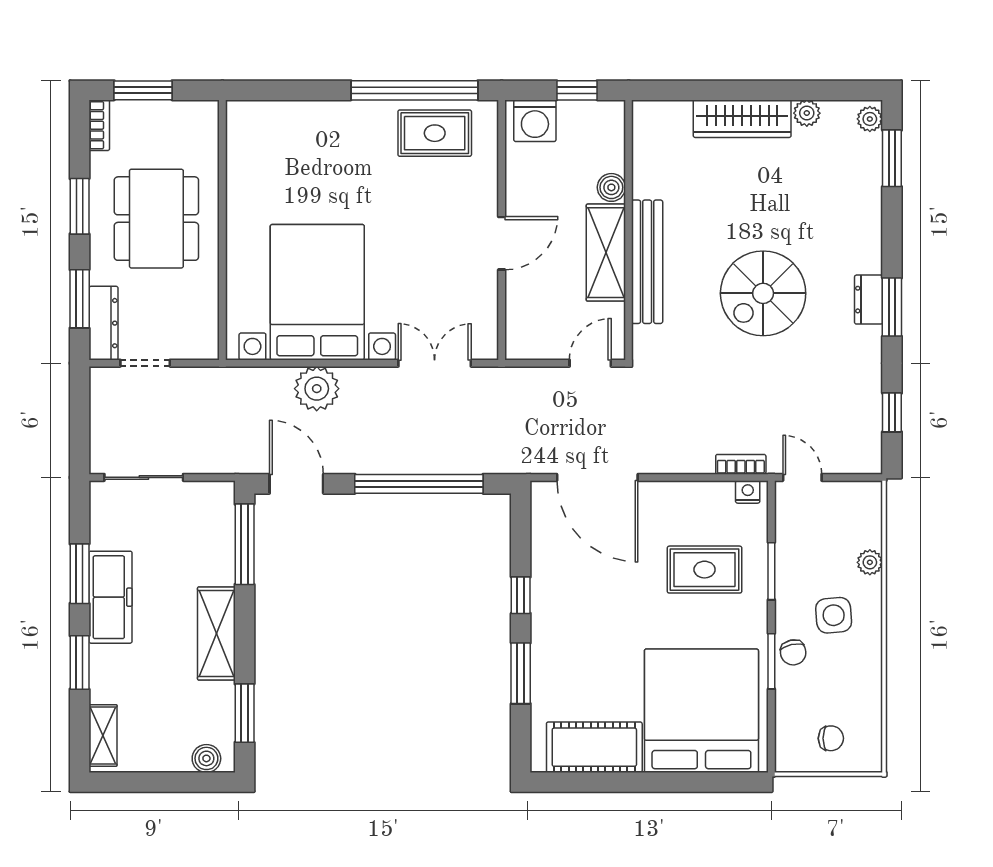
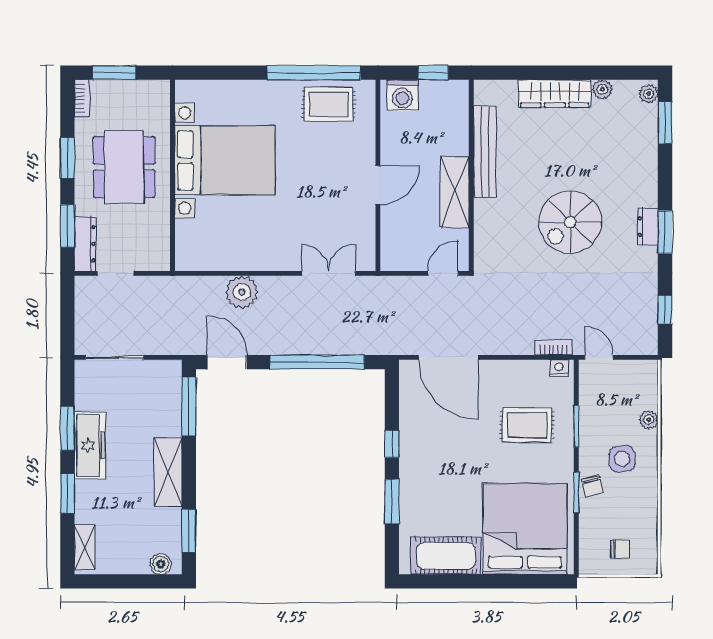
boiler: (611, 187) -> (459, 144), removed
bench: (647, 262) -> (485, 152), moved
bed with nightstands: (317, 292) -> (225, 160), moved, turned 90

